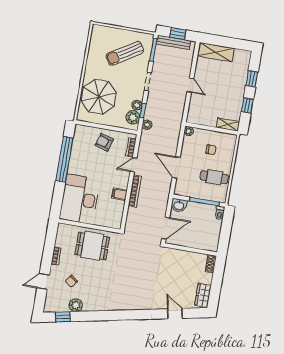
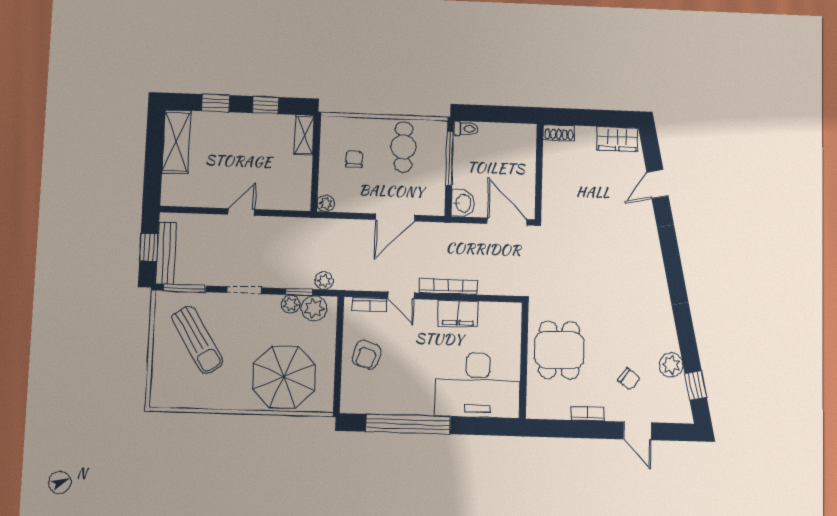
shelving: (216, 52) -> (176, 142), moved
filing cabinet: (119, 194) -> (458, 314), width x2.00

